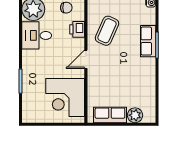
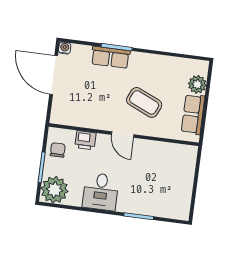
coffee table: (107, 31) -> (144, 102), moved
desk: (37, 35) -> (101, 192), moved
corner desk: (65, 97) -> (165, 165), removed

